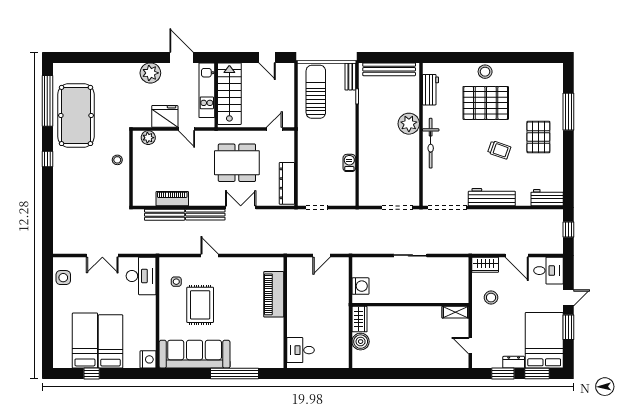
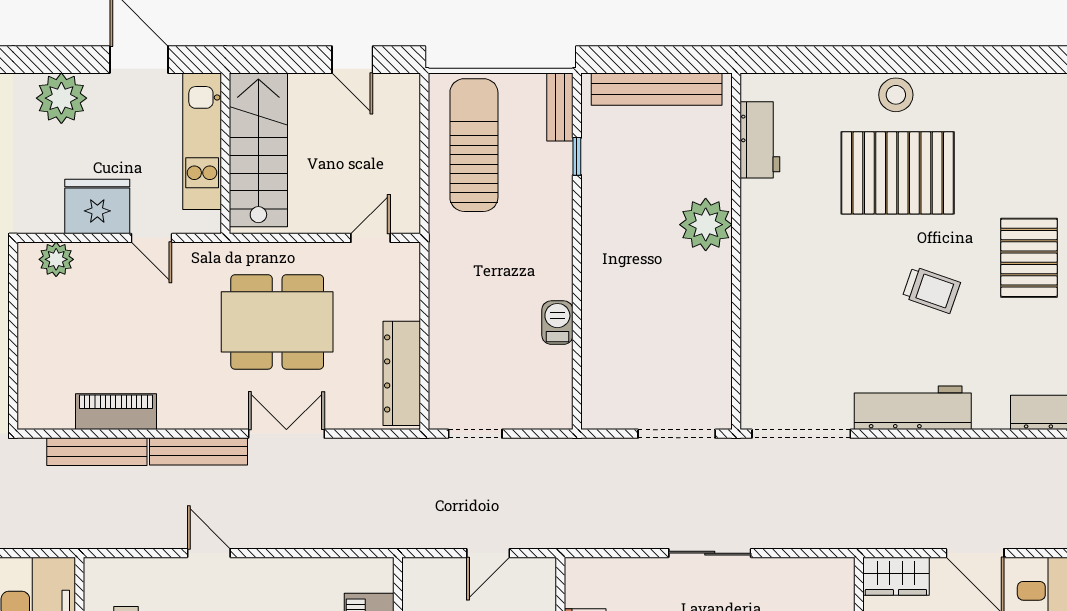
bicycle: (431, 143) -> (760, 273), removed

